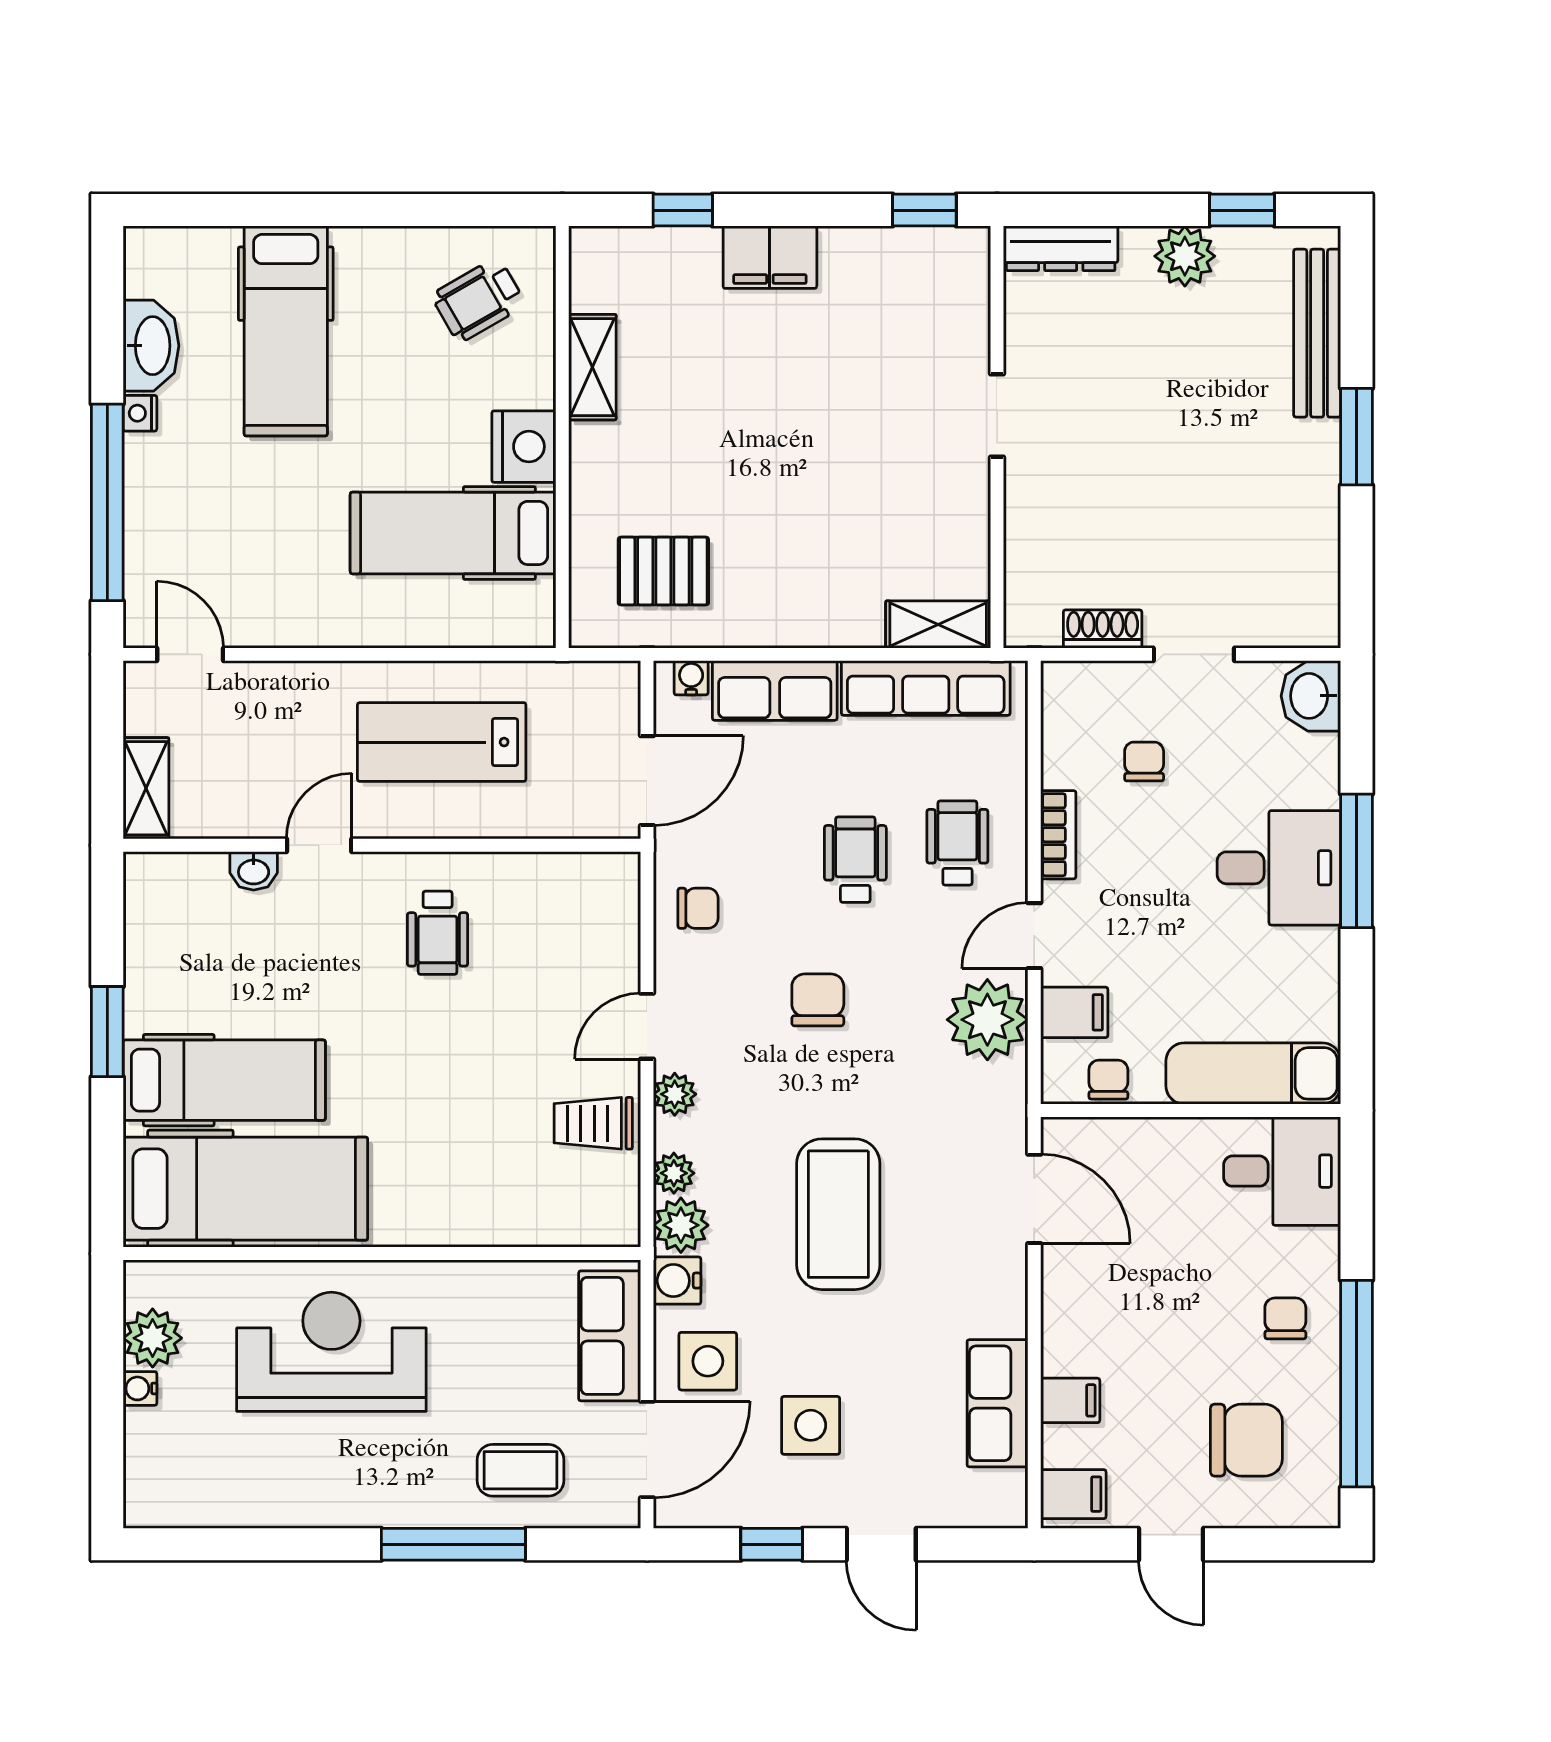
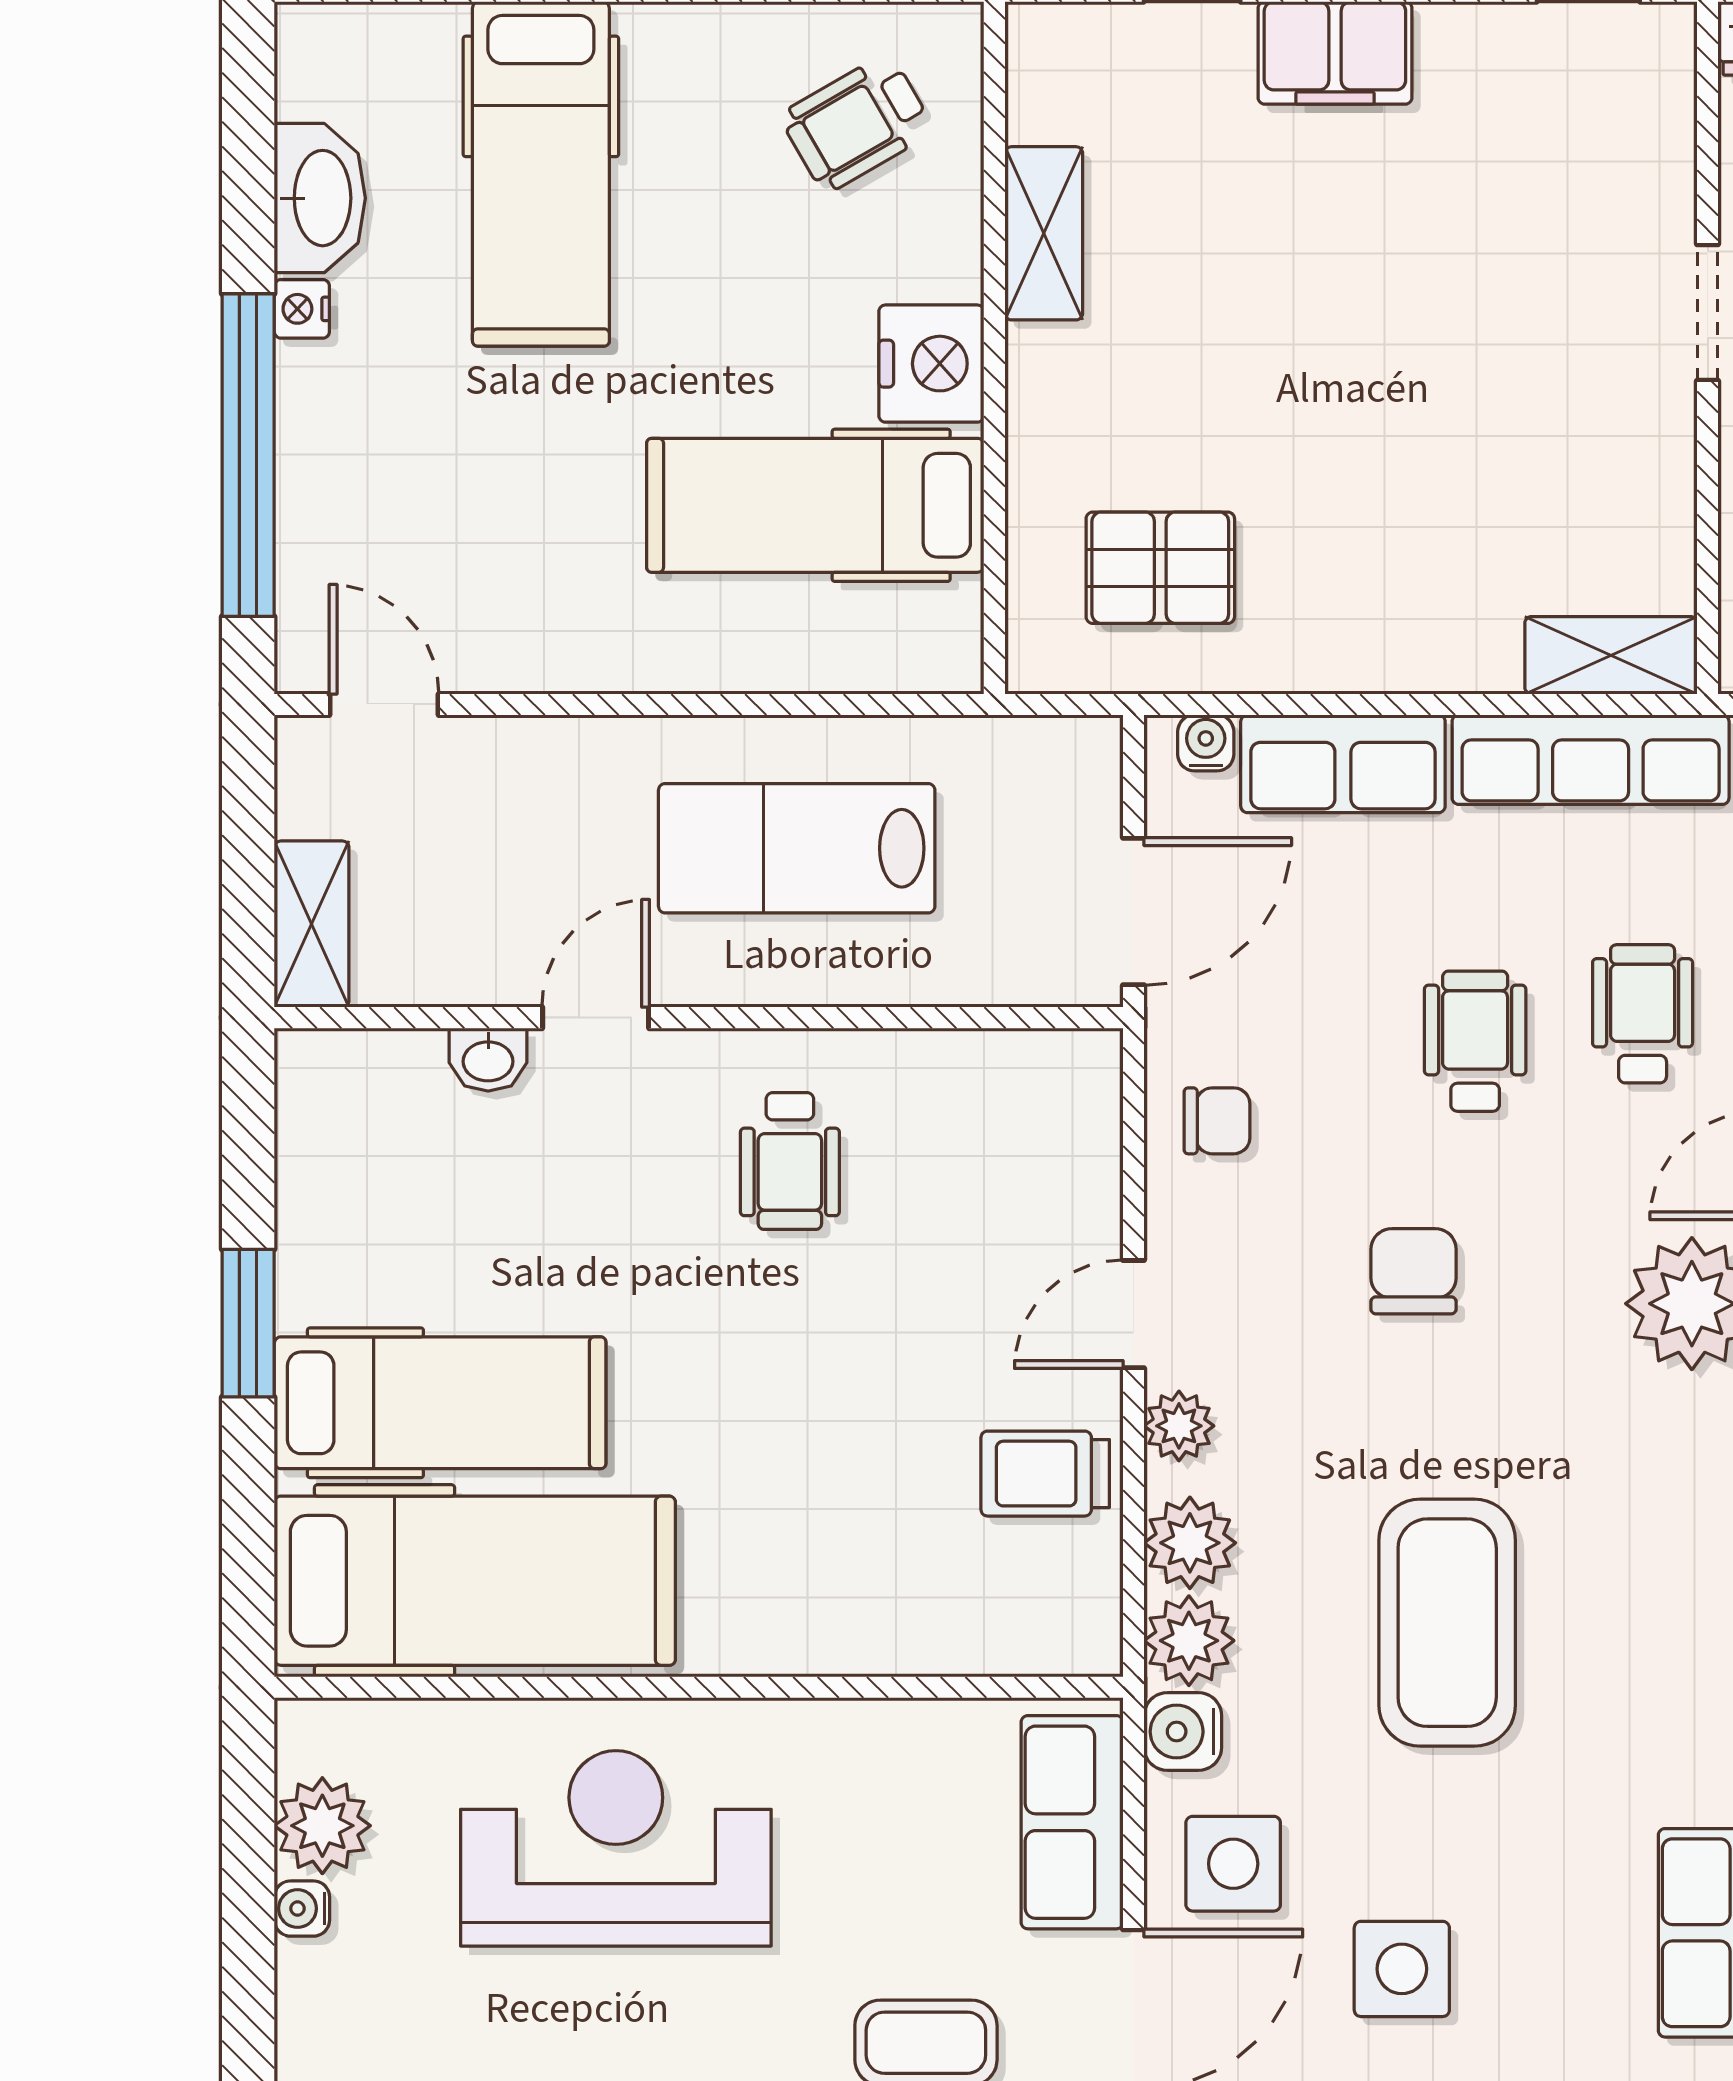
plant: (674, 1173) -> (1190, 1543), width x1.38, depth x1.38

